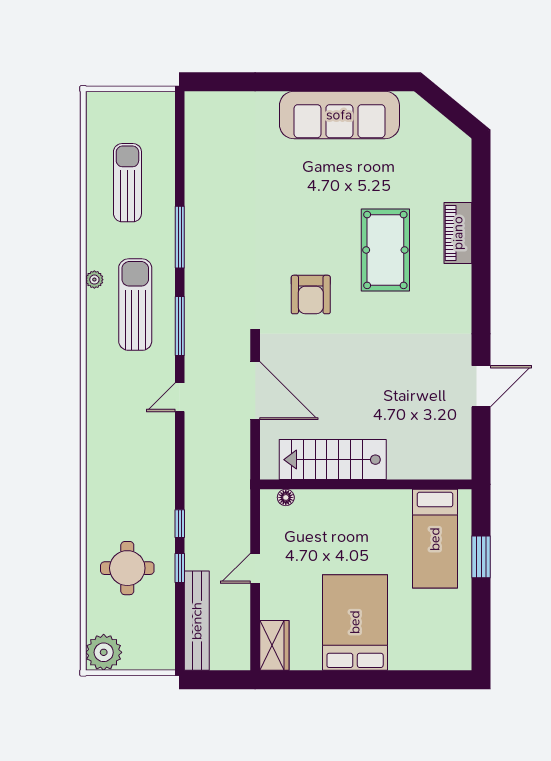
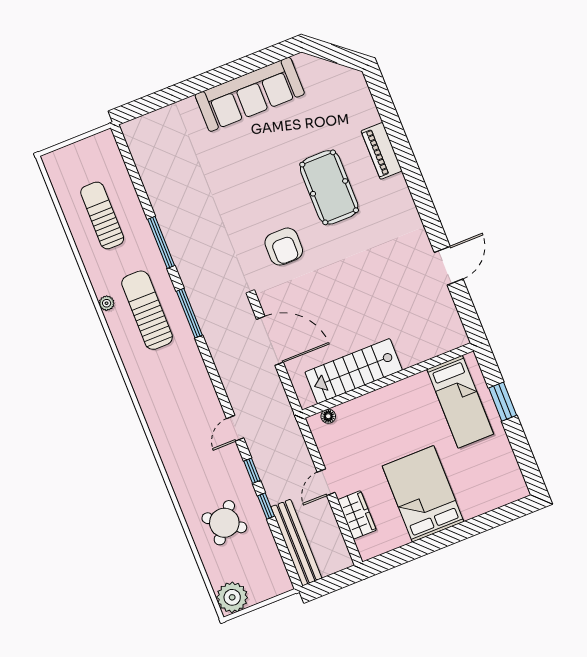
door: (180, 397) -> (235, 428), moved
round table: (127, 568) -> (224, 523), turned 37
wardrobe: (274, 645) -> (357, 515), moved

